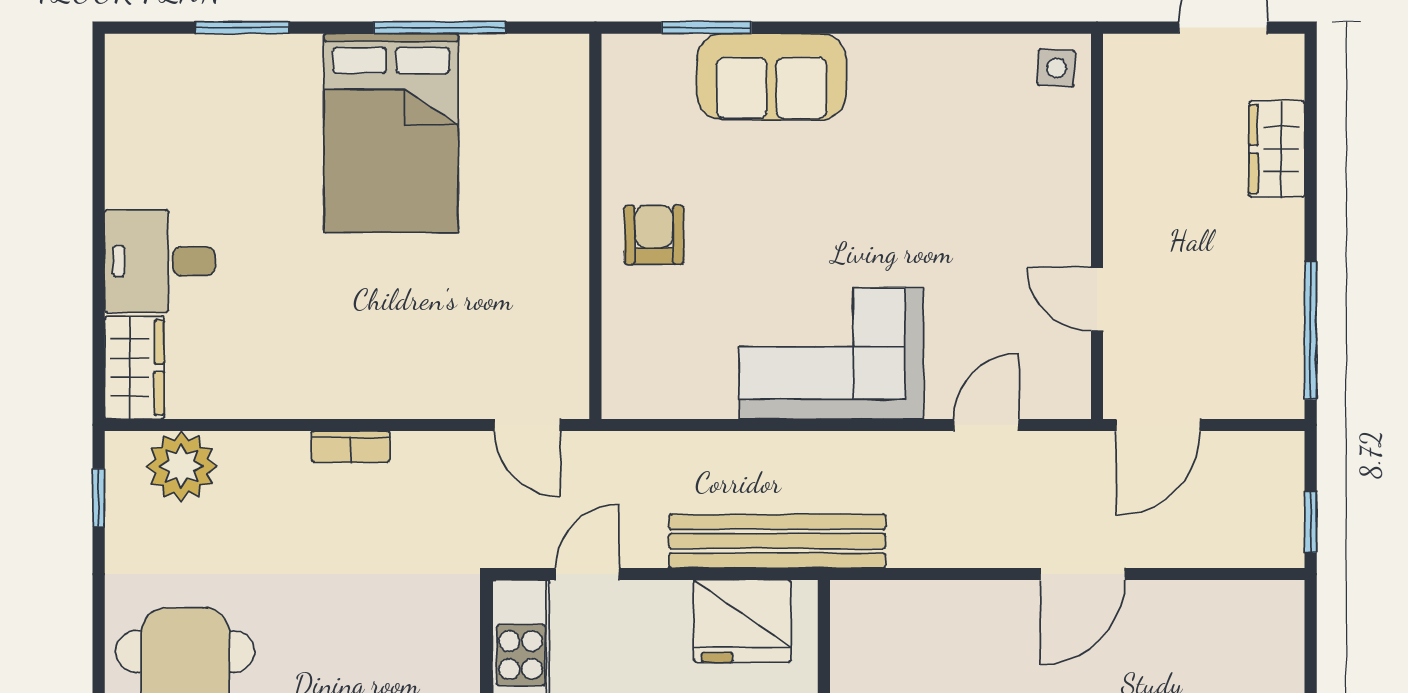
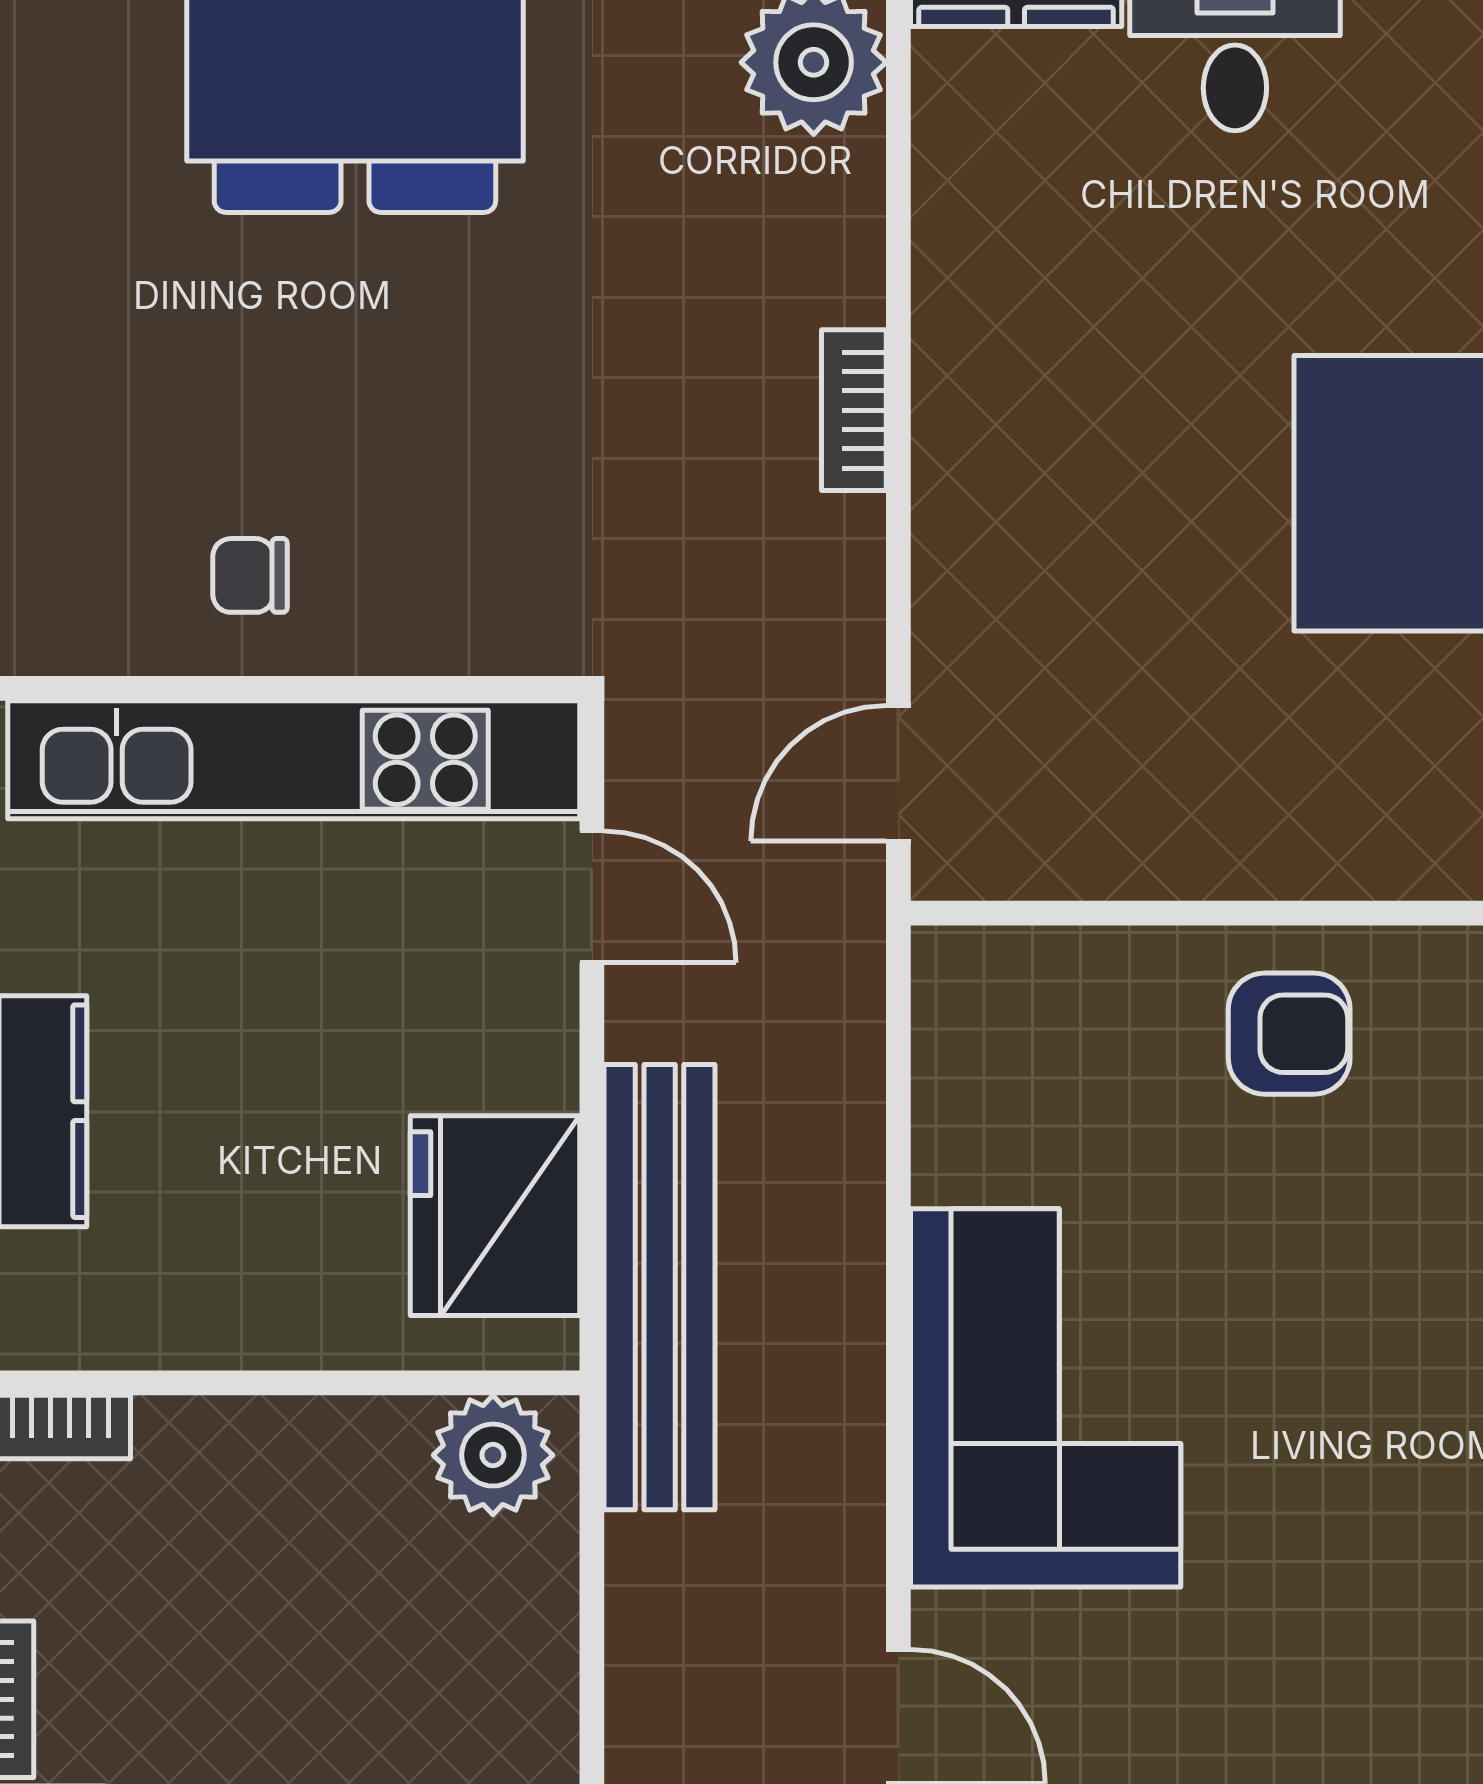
plant: (859, 622) -> (493, 1455), added

